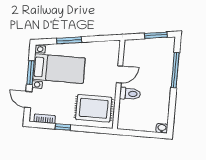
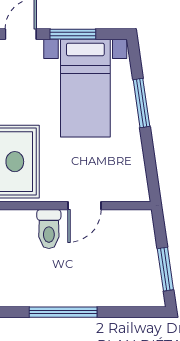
window: (175, 70) -> (63, 312), moved
door: (119, 74) -> (85, 206), hinge flipped

